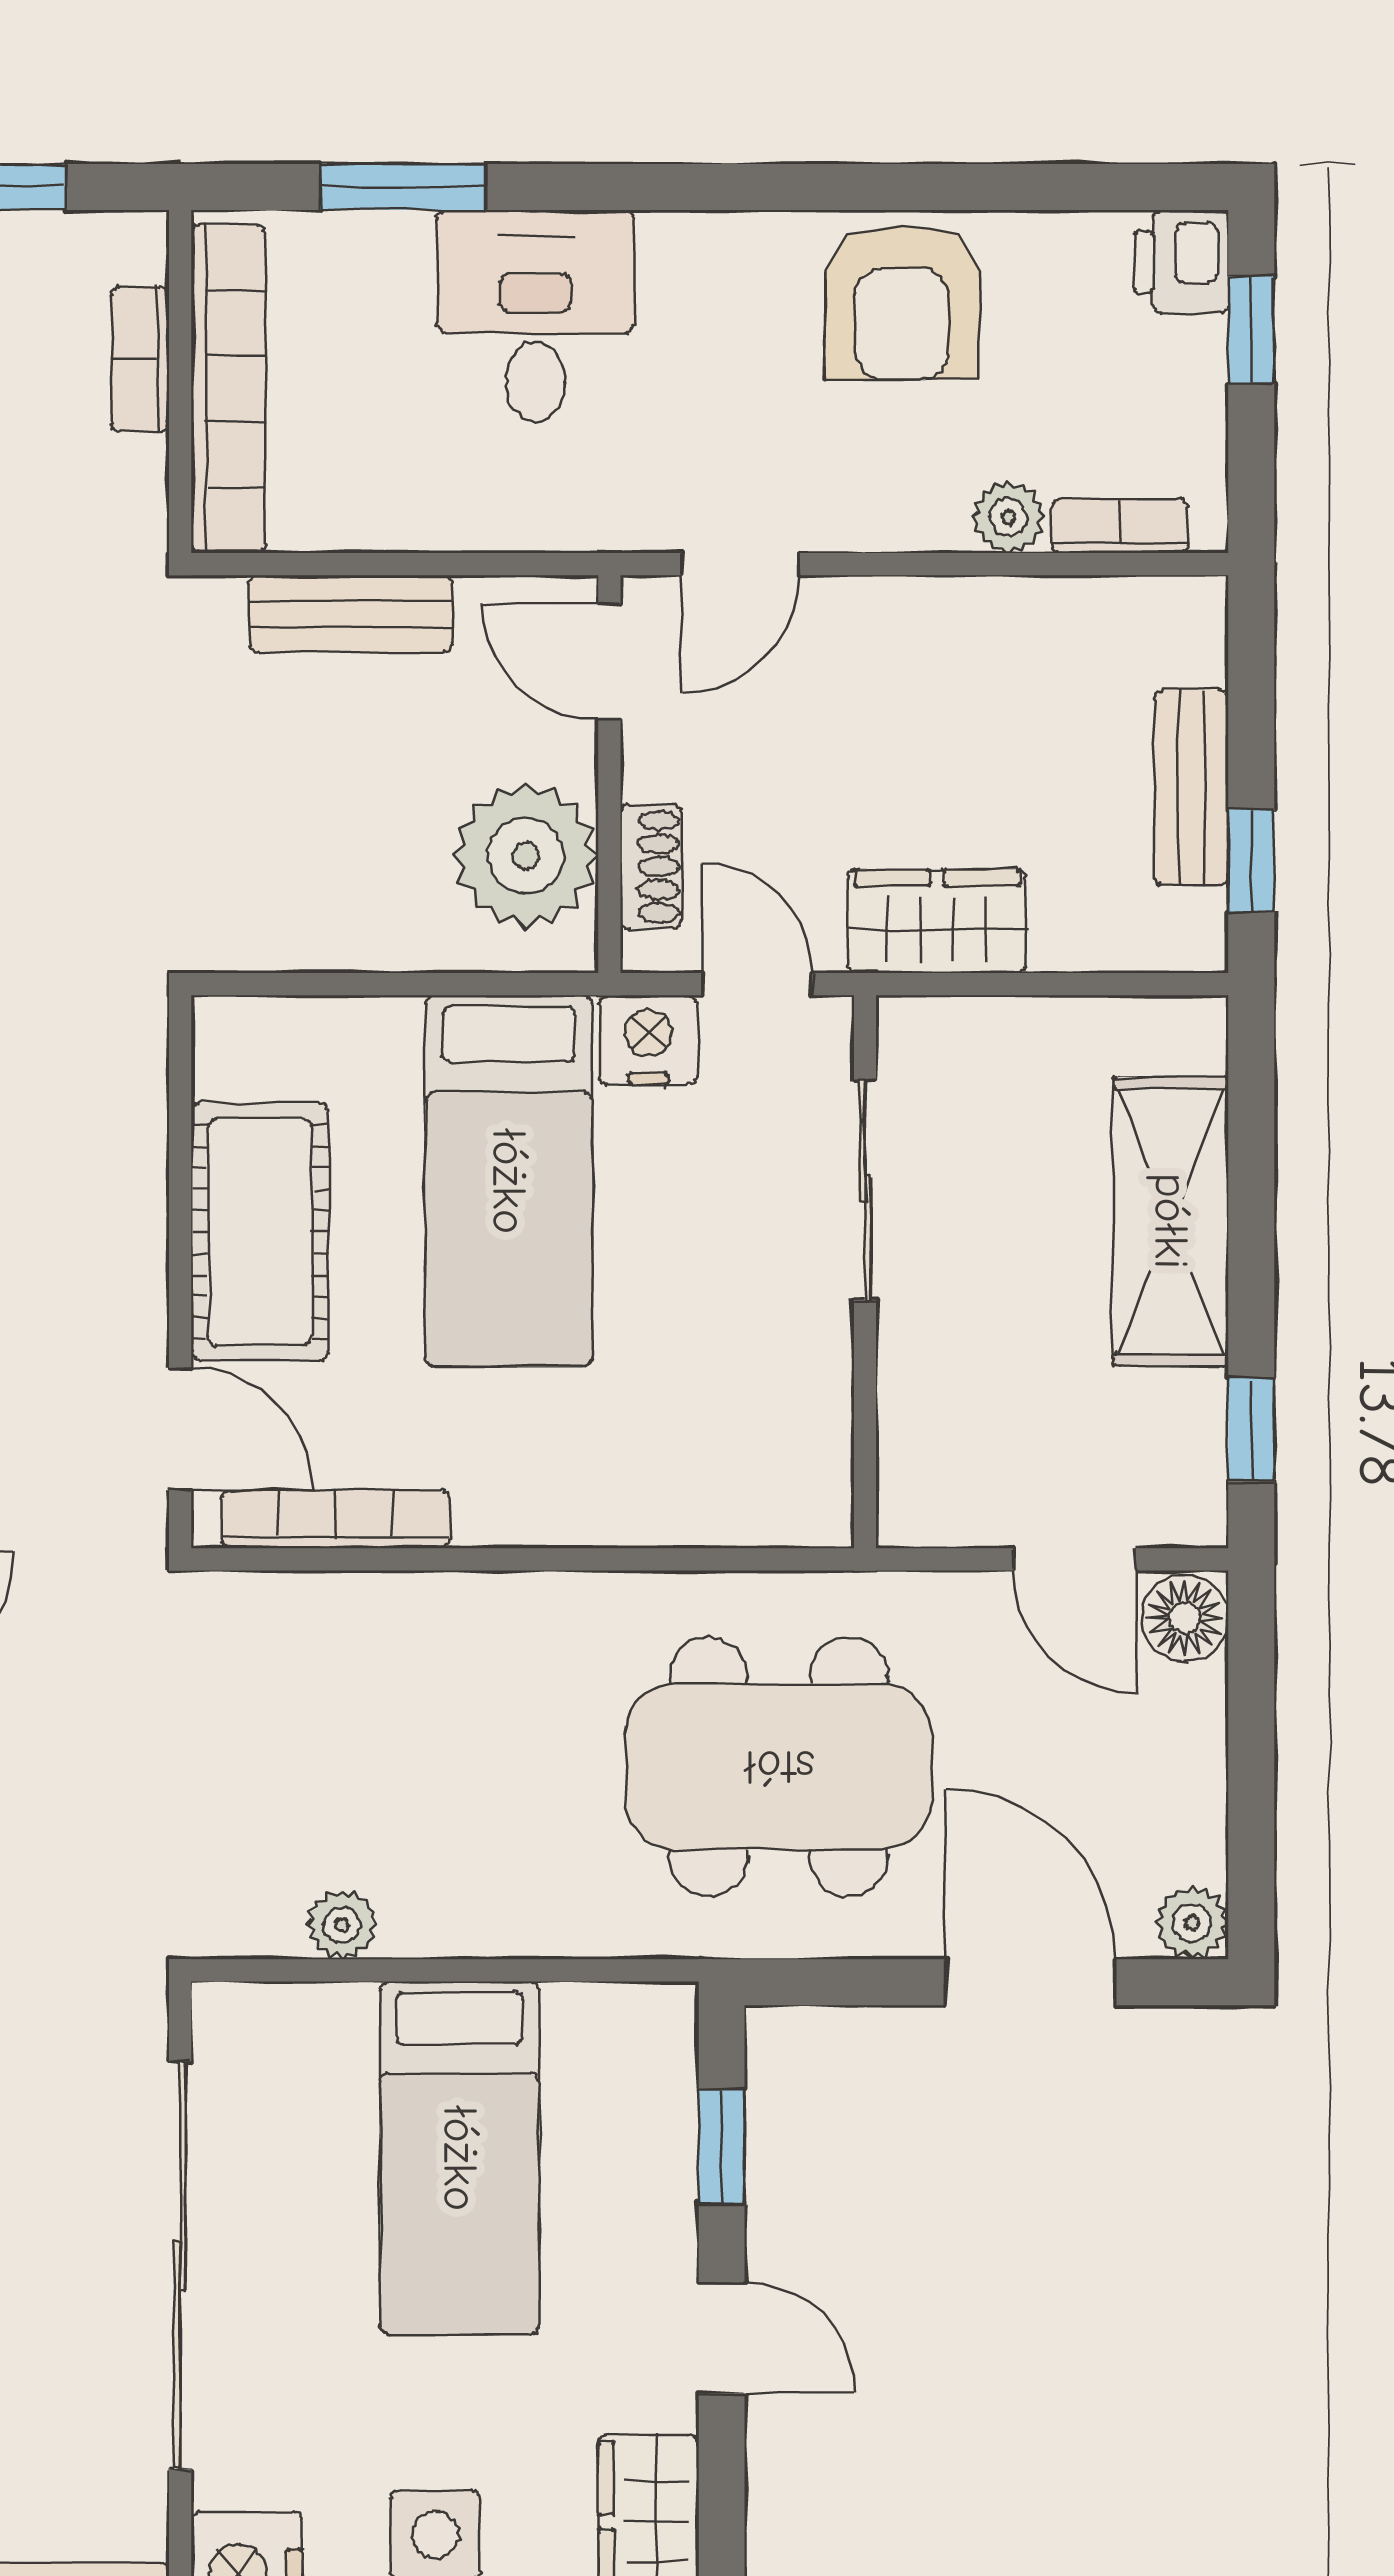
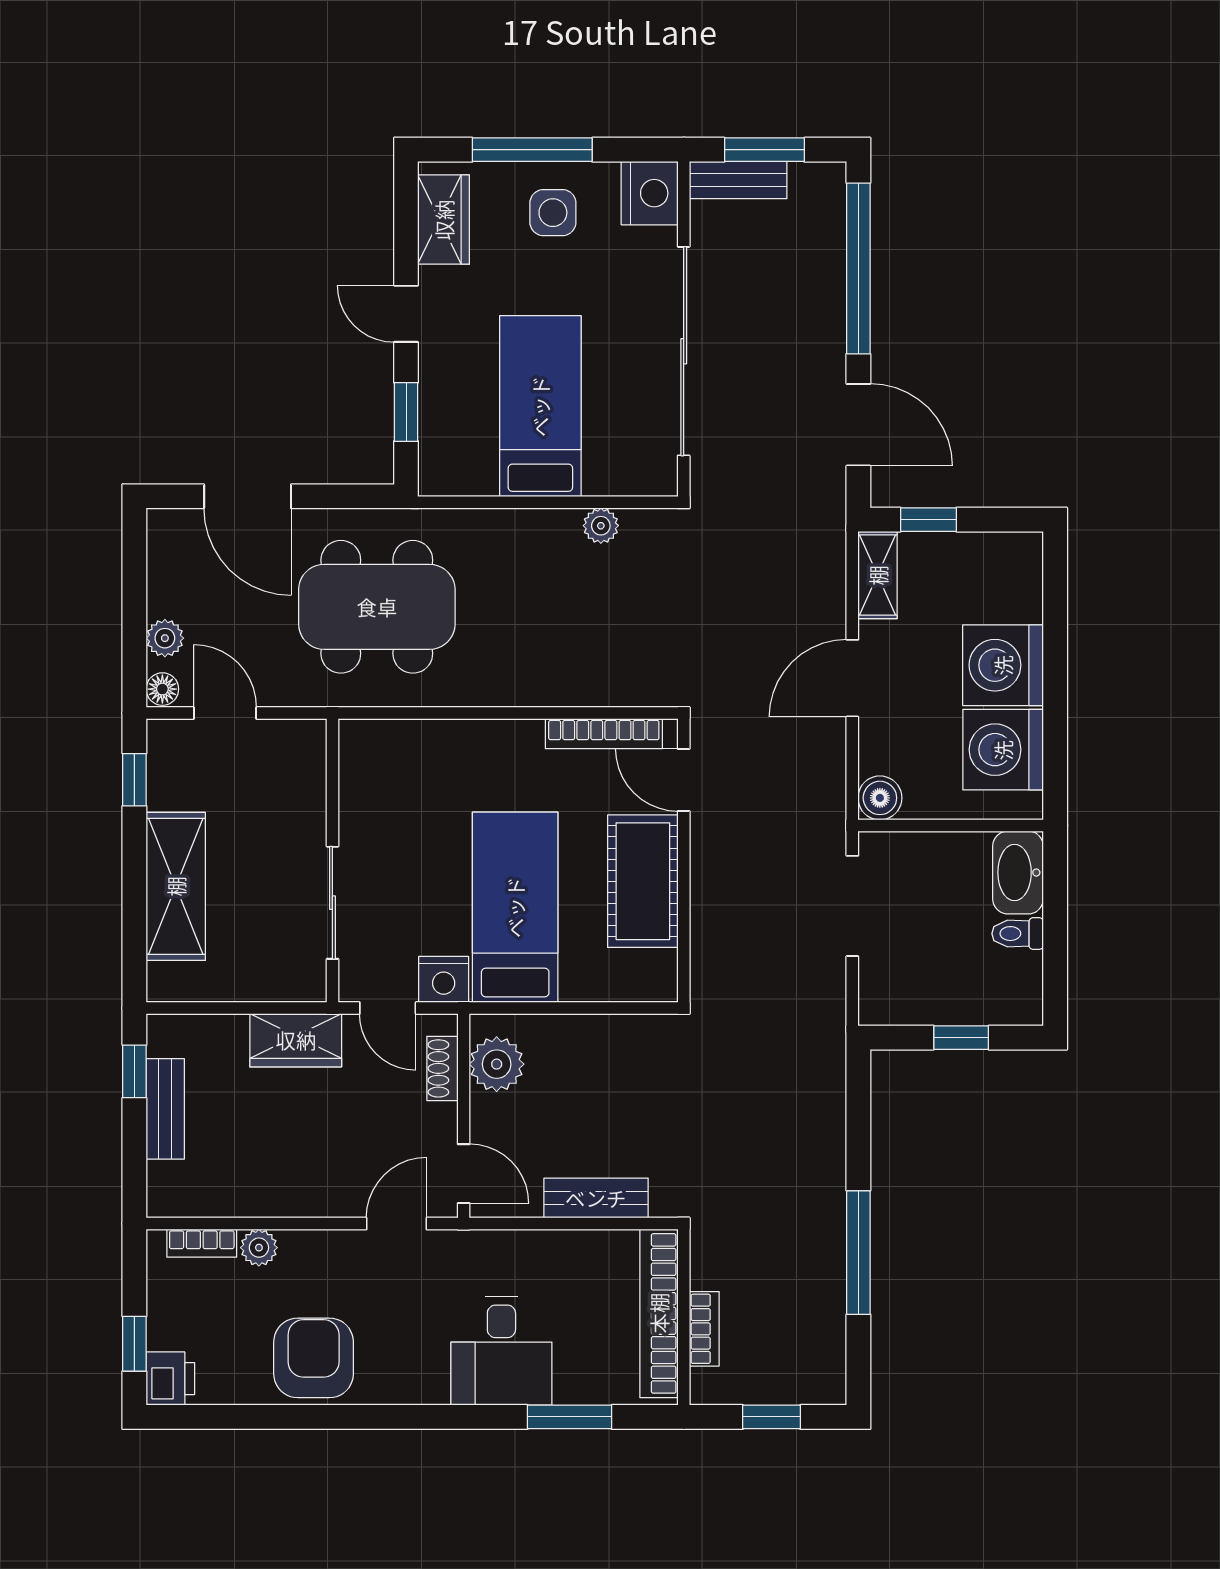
plant: (526, 856) -> (497, 1064), width x0.73, depth x0.73
floor lamp: (1185, 1618) -> (162, 689), width x0.73, depth x0.73
plant: (1192, 1923) -> (165, 638), moved

